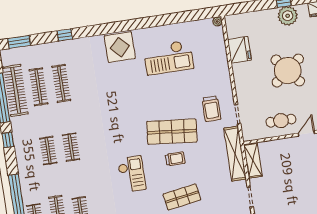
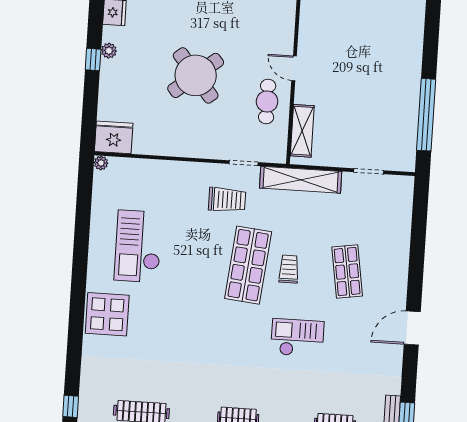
plant: (288, 16) -> (109, 51), width x0.53, depth x0.53
window: (65, 35) -> (71, 406), moved
fridge: (239, 50) -> (114, 137), moved
checkout: (168, 58) -> (138, 246), turned 180
shelving: (253, 160) -> (302, 131), moved, turned 90

